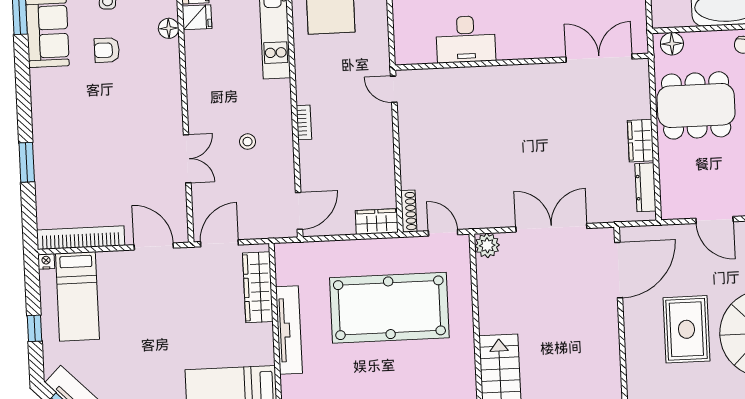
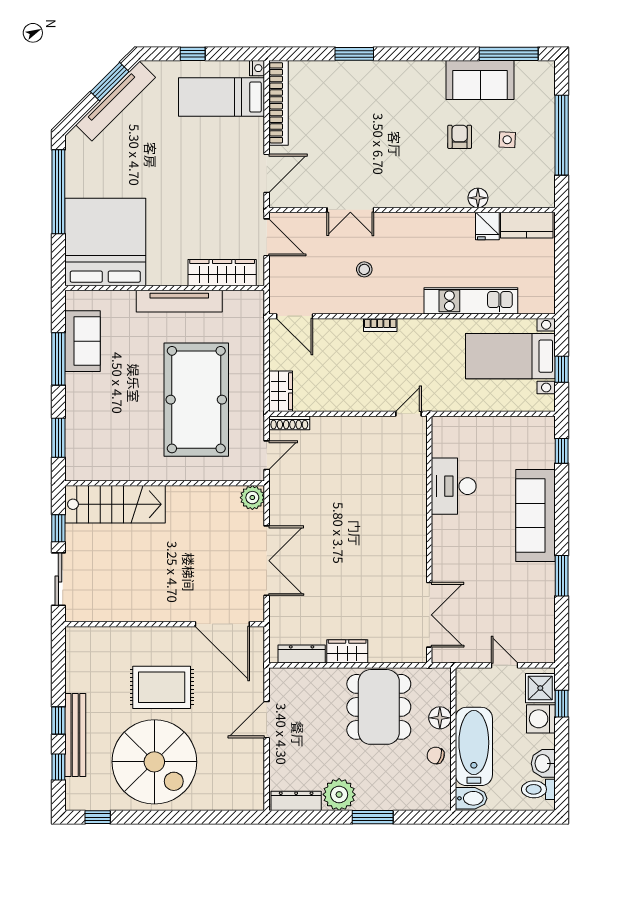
floor lamp: (672, 44) -> (440, 718), moved

